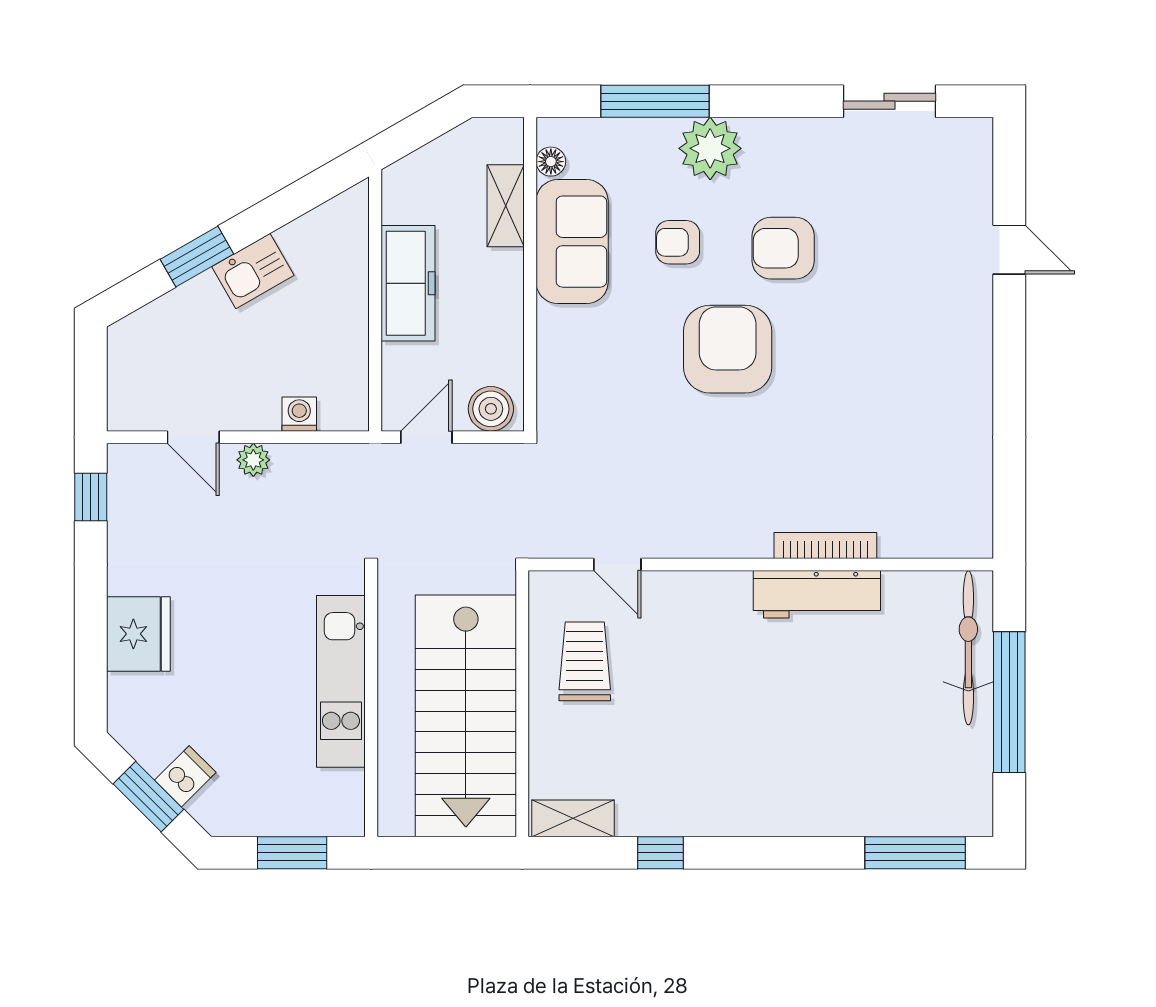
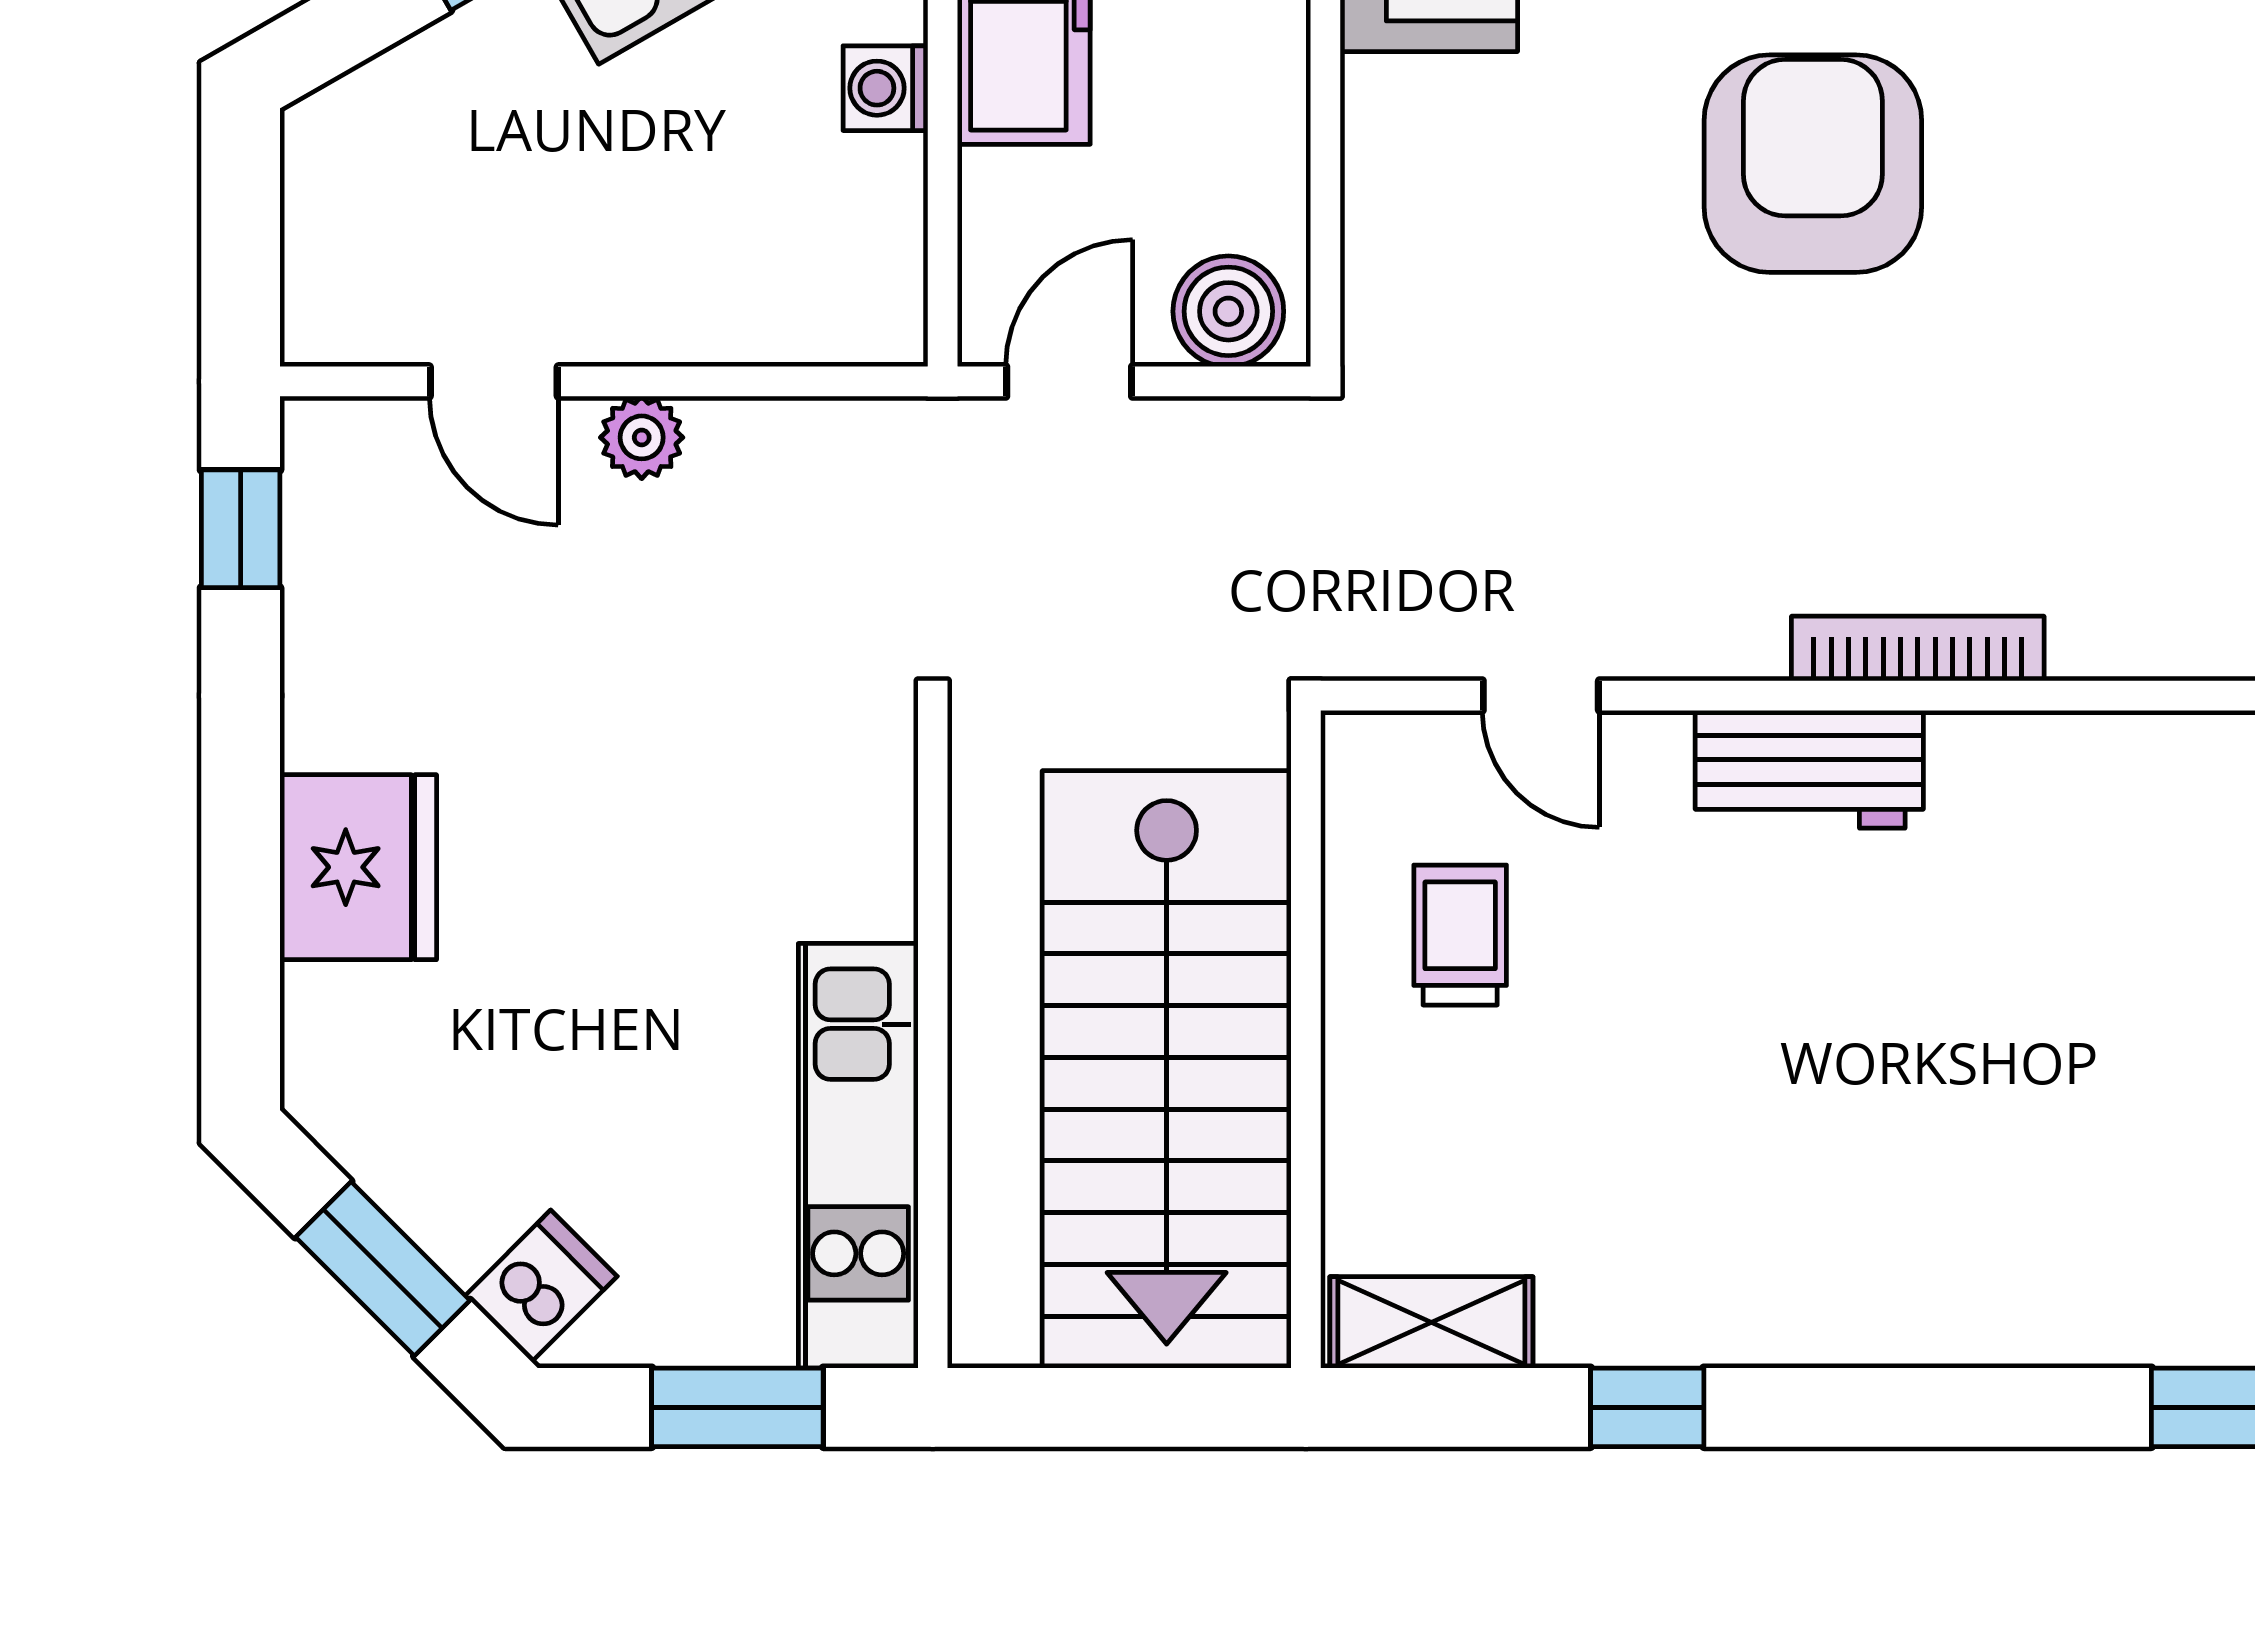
washing machine: (299, 414) -> (885, 88), moved, turned -90
bookcase: (825, 545) -> (1918, 649), moved
workbench: (817, 594) -> (1809, 769), moved, width x0.73
trolley: (585, 661) -> (1460, 935), width x0.73, depth x0.72
kitchen unit: (341, 681) -> (858, 1156), moved
dishwasher: (185, 776) -> (541, 1286), moved

